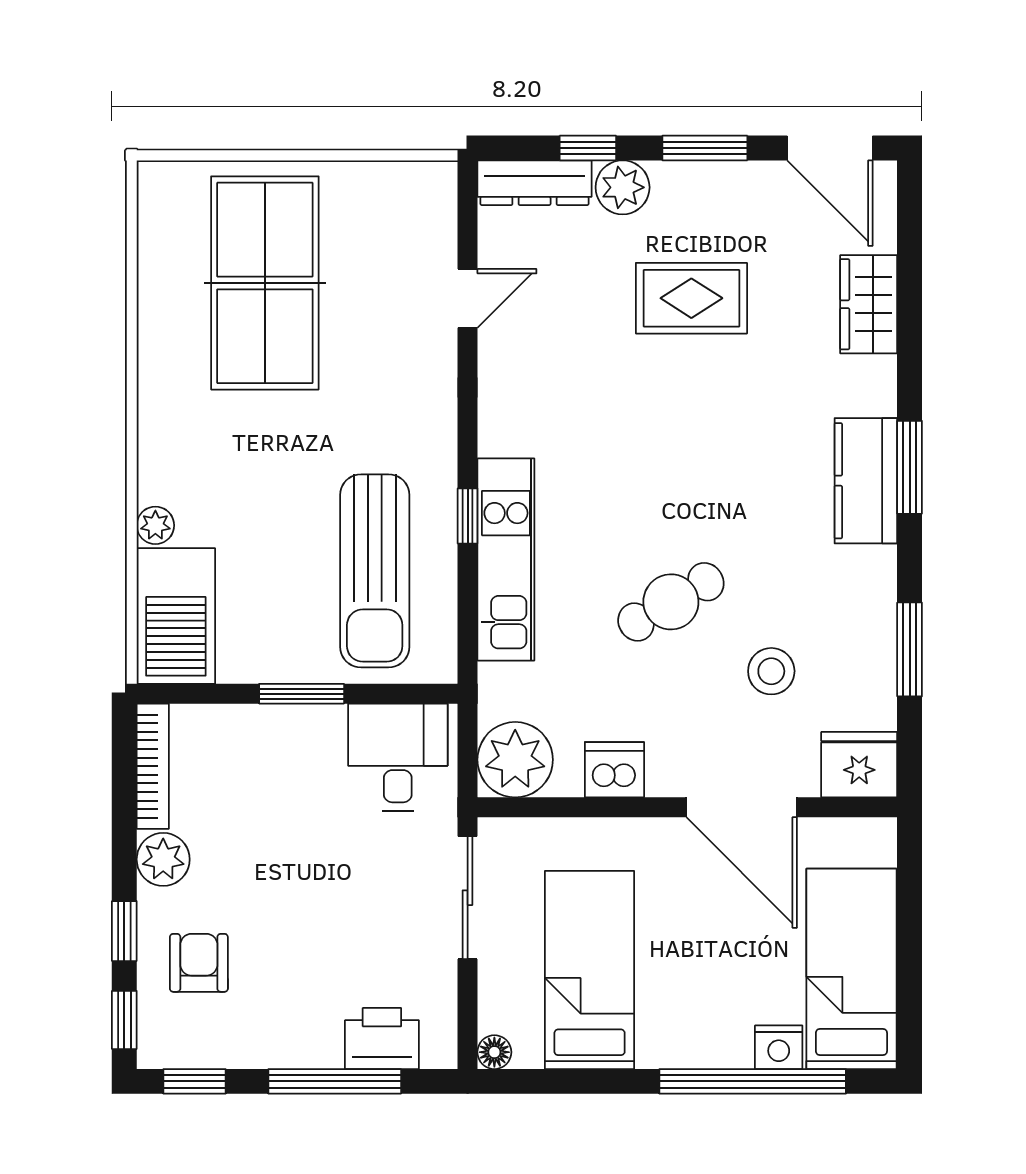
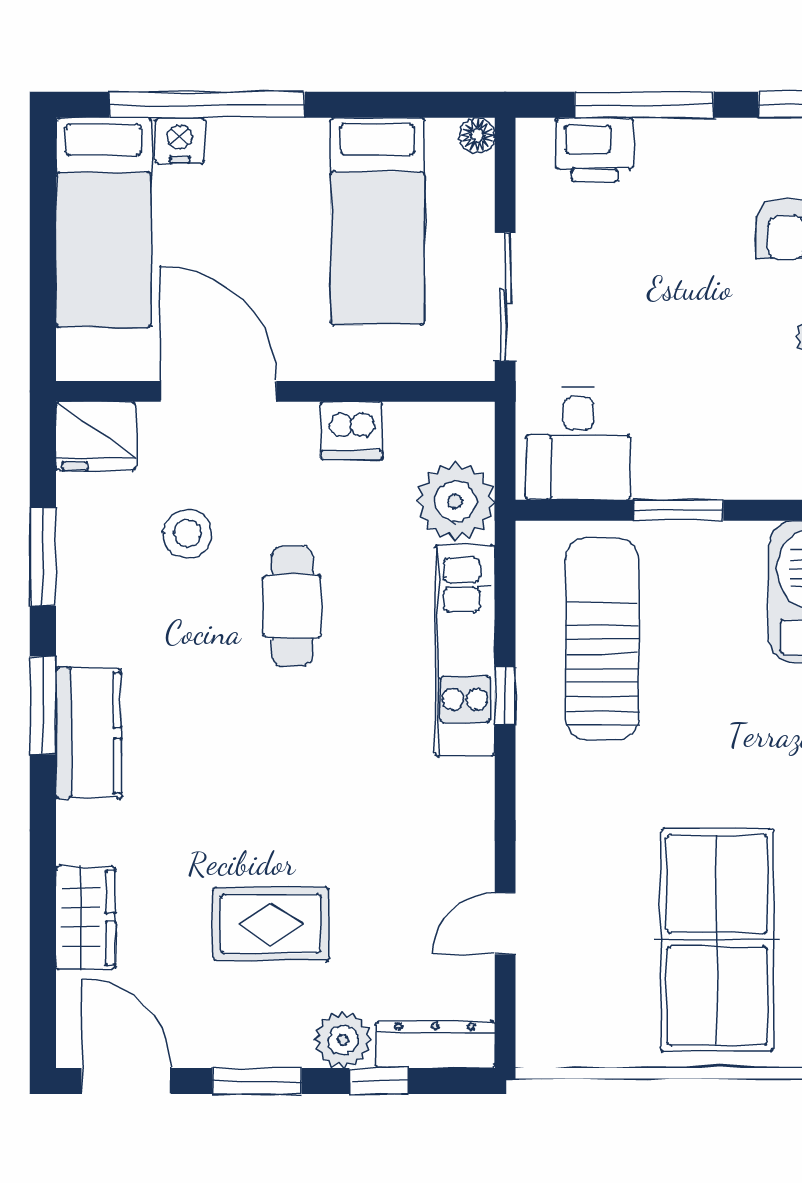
window: (910, 467) -> (43, 705), moved
cafe table: (671, 602) -> (292, 606), turned -60
plant: (515, 760) -> (455, 501), moved

